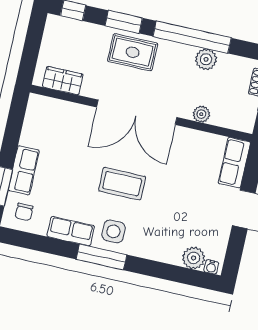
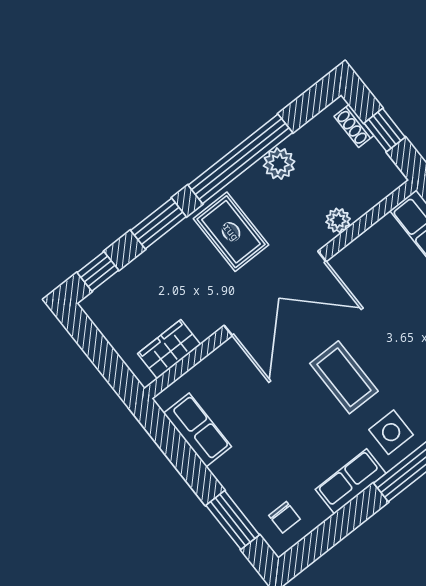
rug: (133, 52) -> (231, 232), moved, turned 90
row of seats: (24, 170) -> (198, 430), moved
coffee table: (122, 184) -> (344, 377), turned 90

